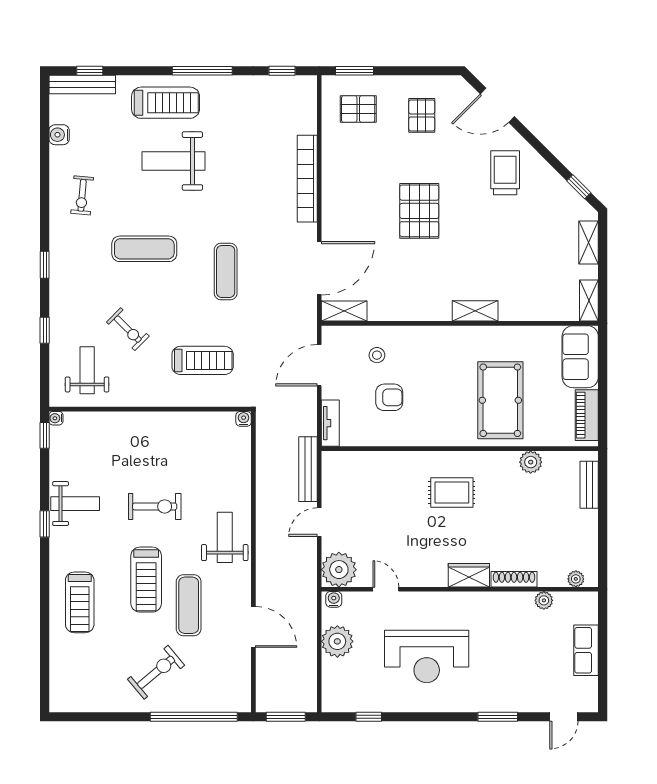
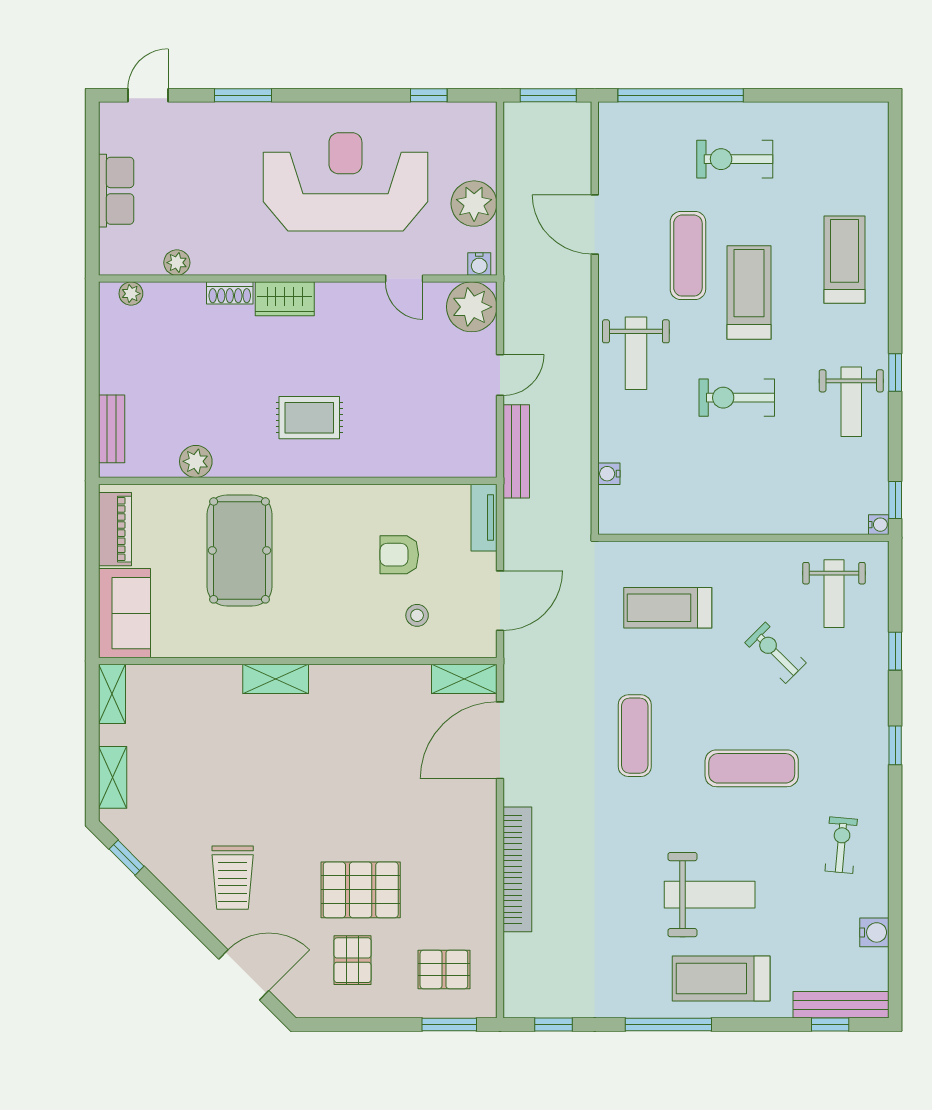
pallet: (419, 211) -> (361, 890), moved, turned 90
water cooler: (244, 419) -> (609, 474), moved, turned 90
weight bench: (75, 504) -> (851, 402), turned -90
shoe rack: (514, 579) -> (230, 293), width x0.70
reception desk: (427, 656) -> (345, 182), width x1.36, depth x1.30
exercise bike: (156, 672) -> (735, 159), turned 40

